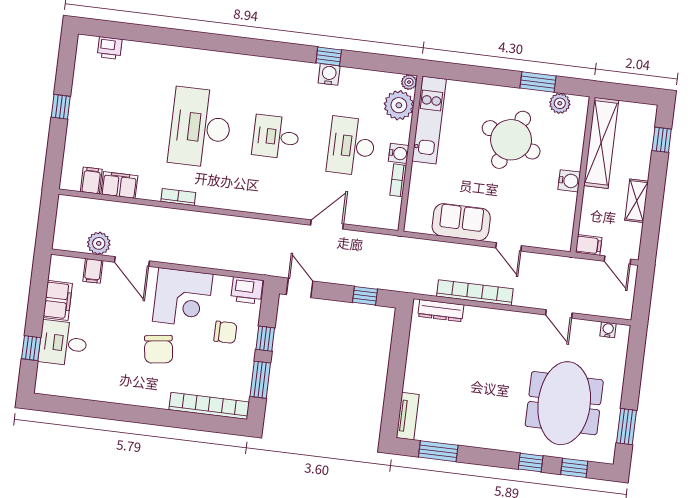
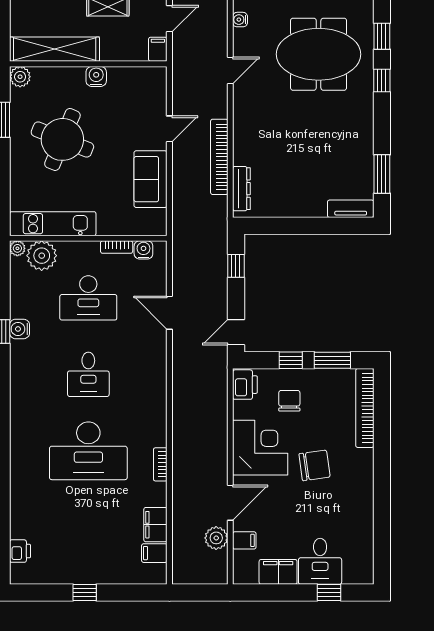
plant: (560, 103) -> (20, 77), moved
water cooler: (399, 153) -> (143, 250), moved

